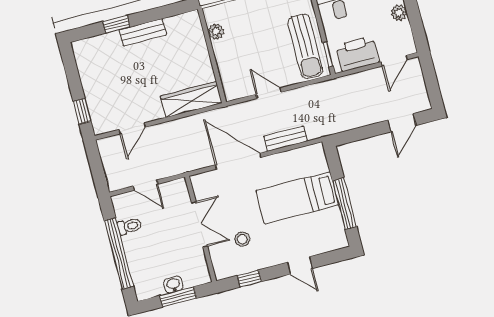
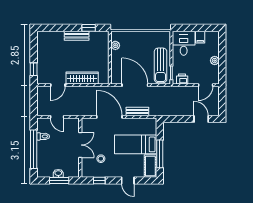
window: (116, 24) -> (89, 28), moved
printer: (357, 54) -> (182, 79), width x0.53, depth x0.68
door: (269, 93) -> (135, 85), width x1.87
wardrobe: (191, 99) -> (82, 78), moved
door: (402, 123) -> (201, 119), swing flipped
cot: (333, 229) -> (150, 166), added

